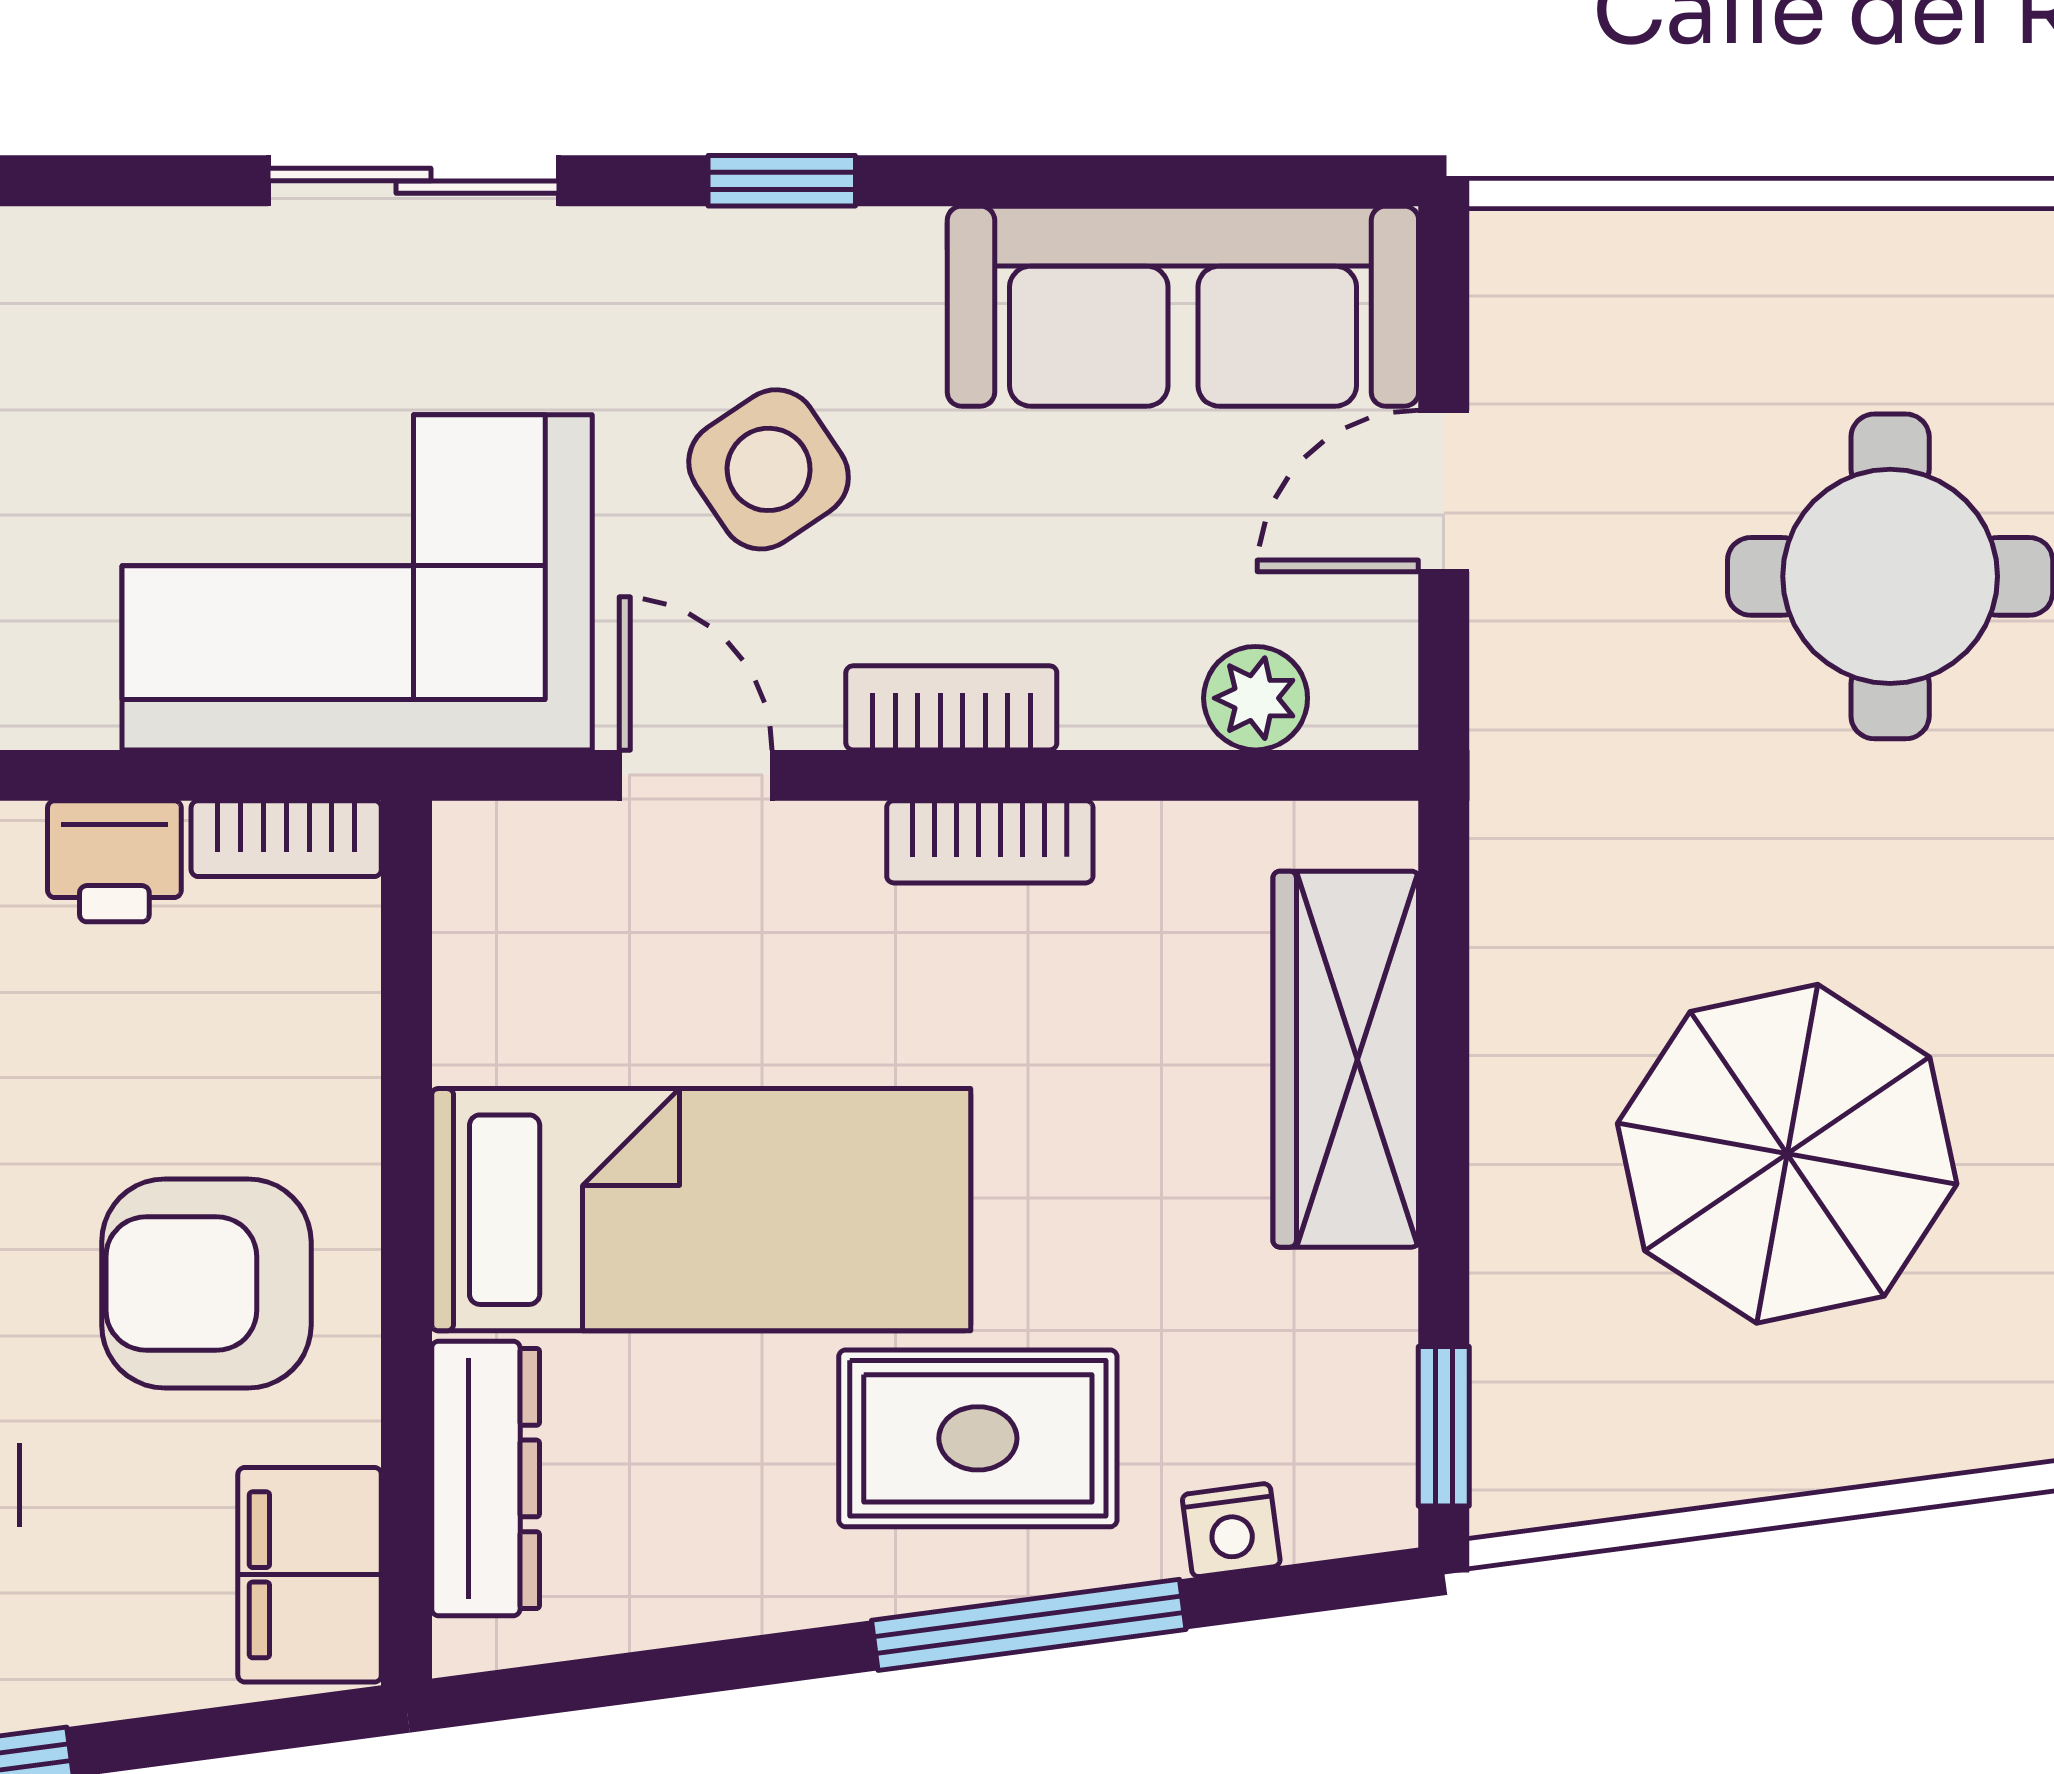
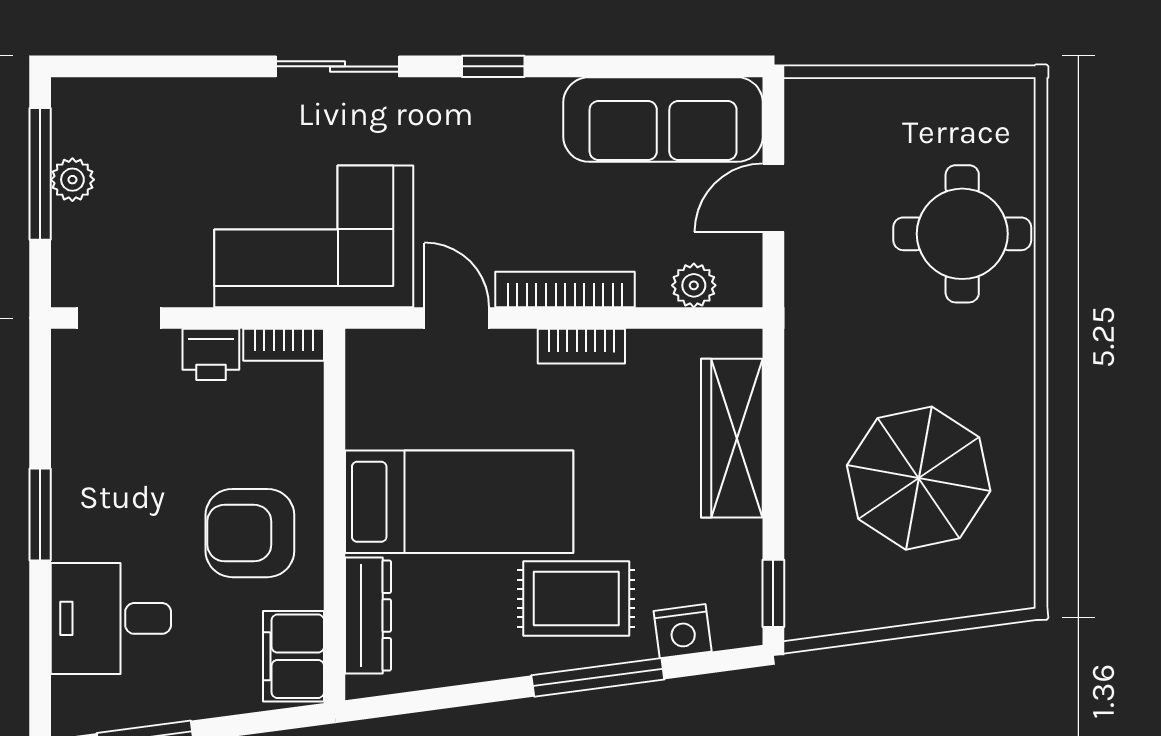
side table: (769, 469) -> (488, 189), removed
bookcase: (951, 708) -> (565, 289), width x1.56
nightstand: (1231, 1530) -> (683, 631), width x1.39, depth x1.35

